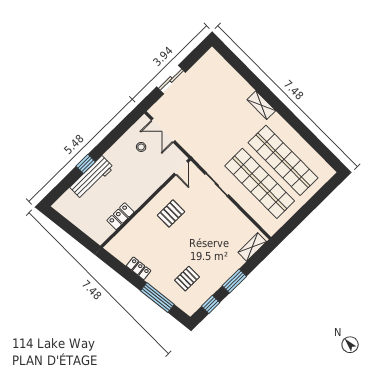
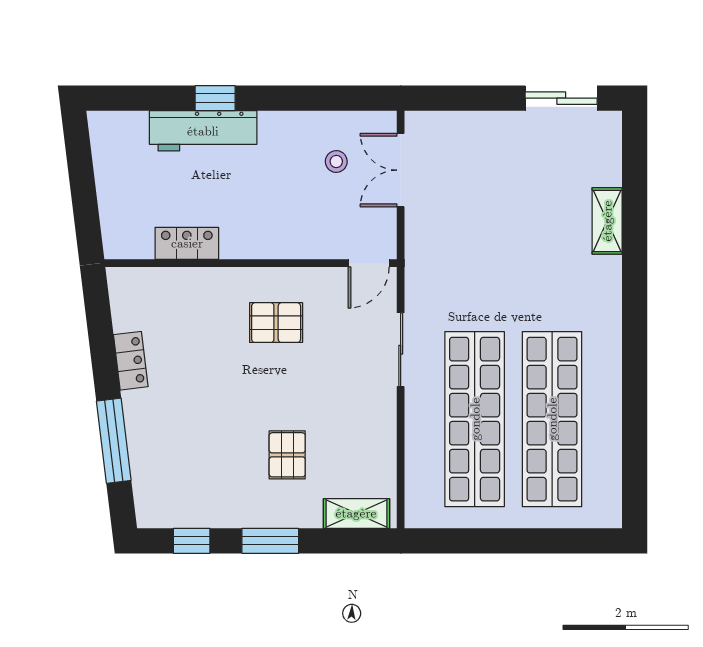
sliding door: (171, 80) -> (561, 98), moved
shelving: (261, 105) -> (607, 221), moved
pallet: (187, 279) -> (287, 455), moved, turned 90

